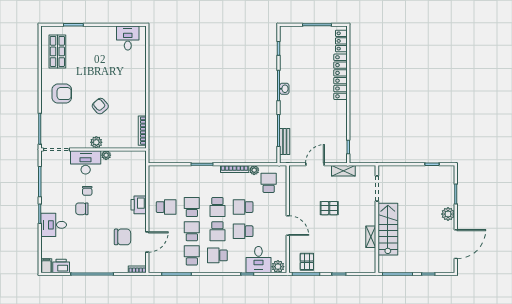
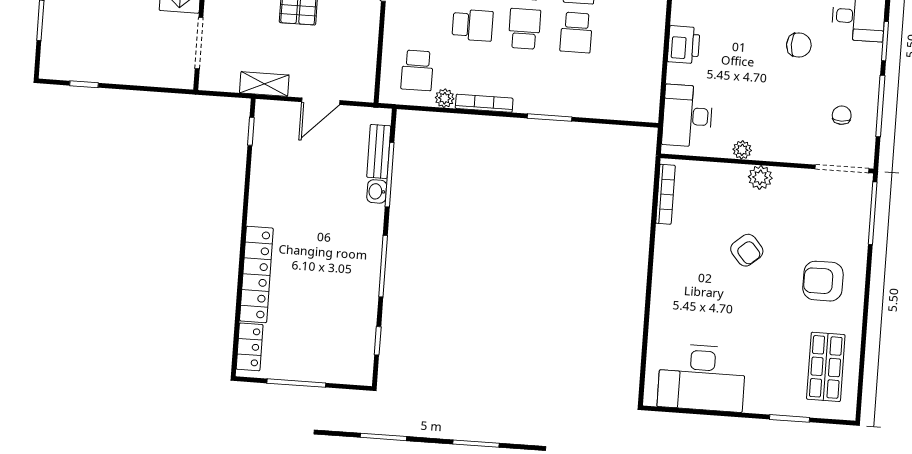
desk: (128, 38) -> (702, 378), width x1.87, depth x1.30
washbasin: (284, 89) -> (377, 191), moved
desk: (86, 162) -> (687, 116), moved, turned 90
chair: (87, 191) -> (842, 115), moved
school desk: (166, 207) -> (628, 36), removed

